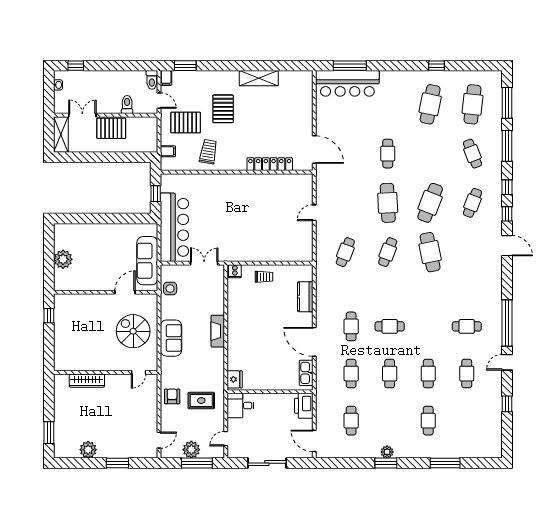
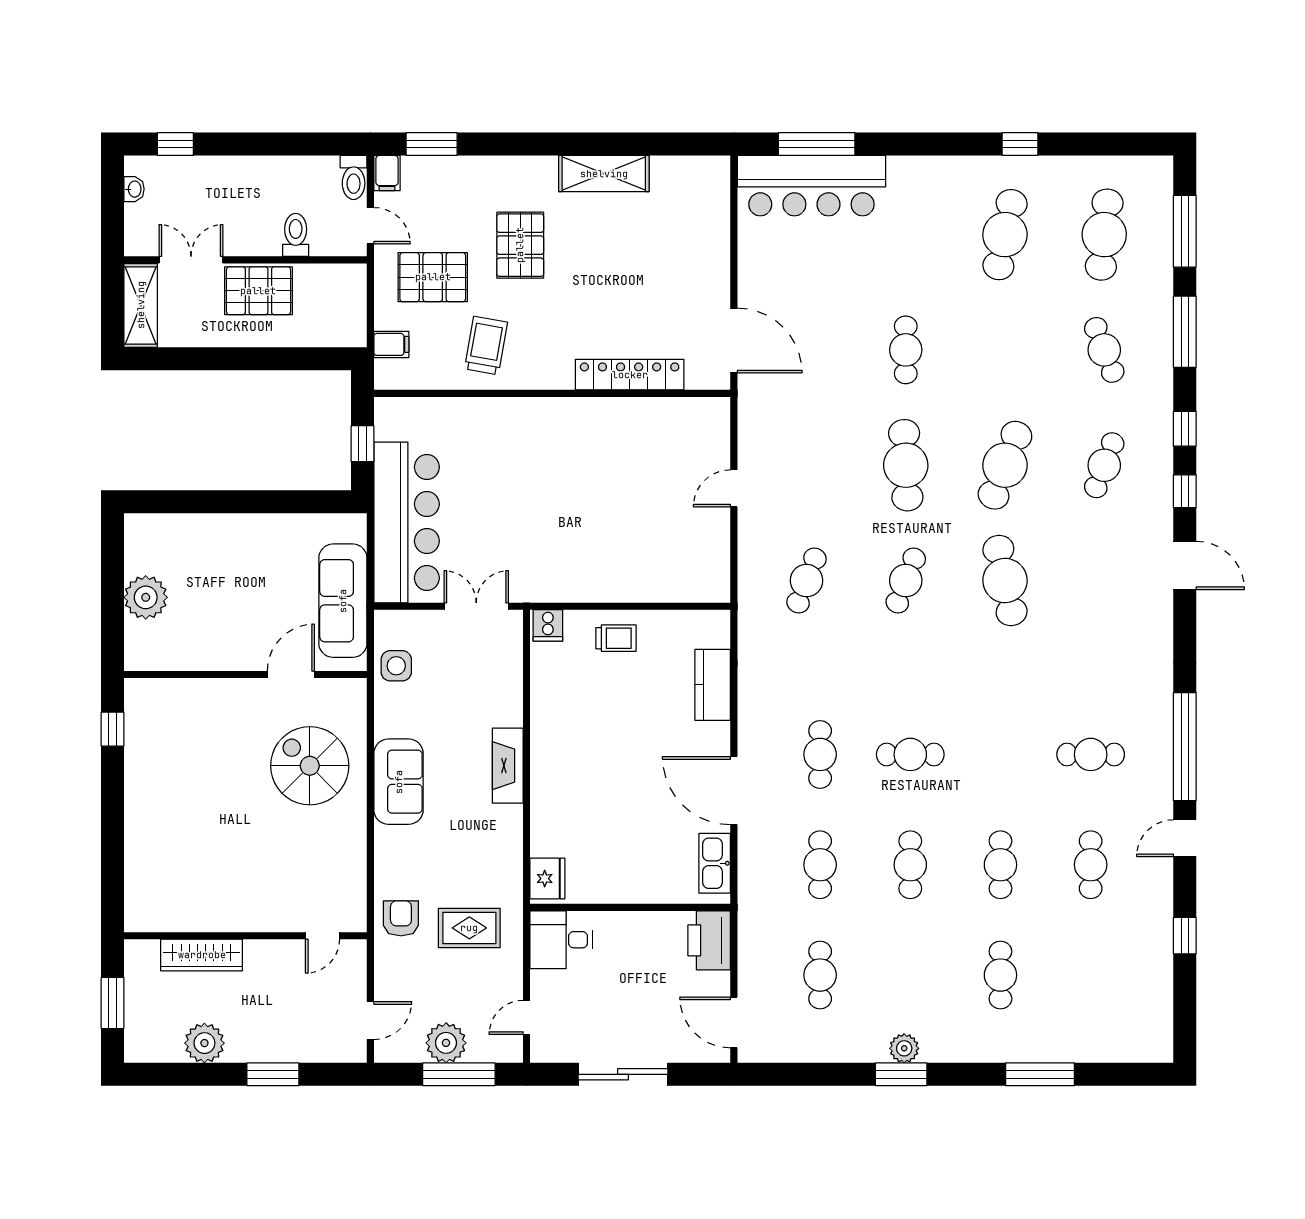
wall: (106, 372) -> (245, 936), moved
door: (139, 372) -> (322, 936), moved
wardrobe: (87, 381) -> (202, 955), moved

